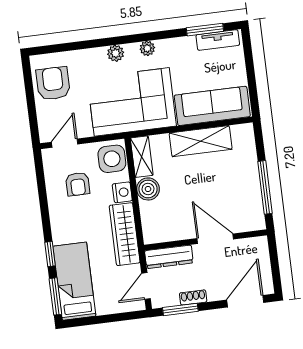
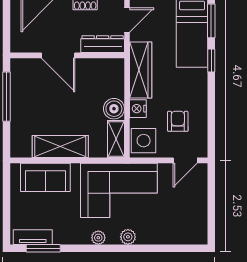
armchair: (53, 83) -> (189, 216), removed
sofa: (212, 106) -> (45, 177), width x0.73

